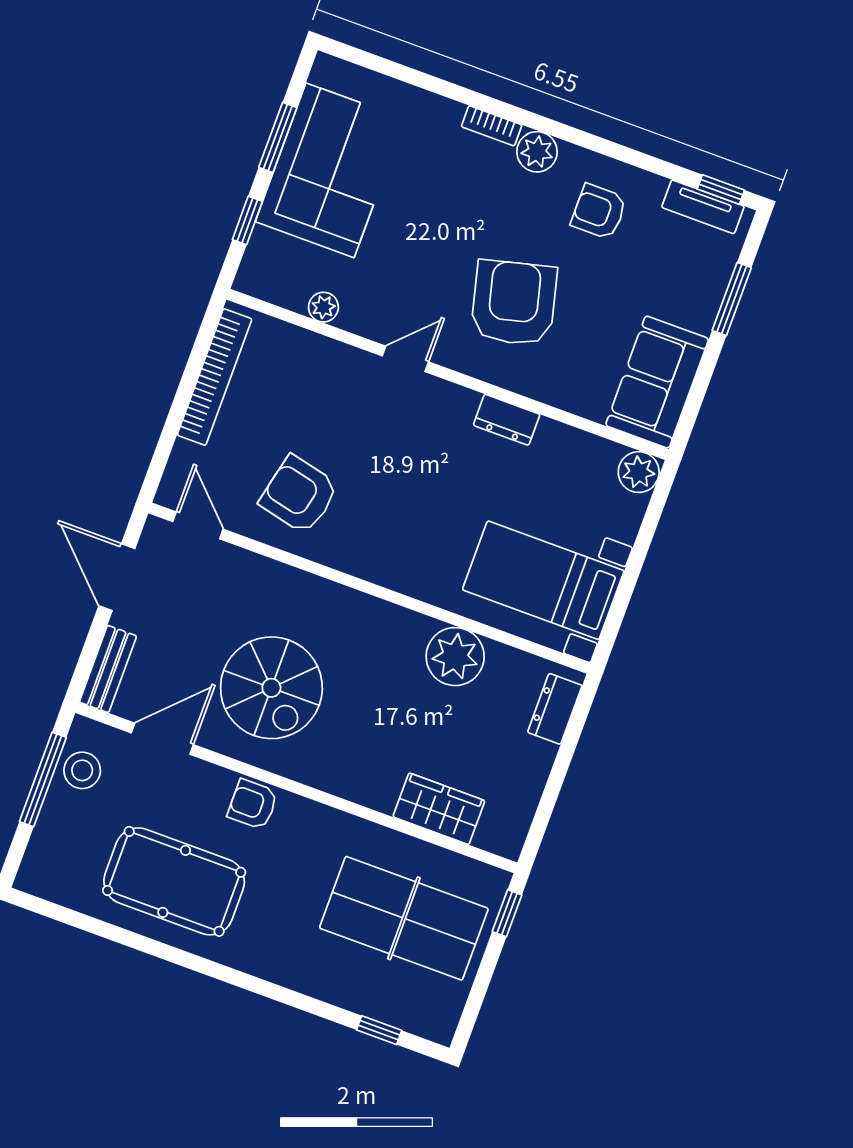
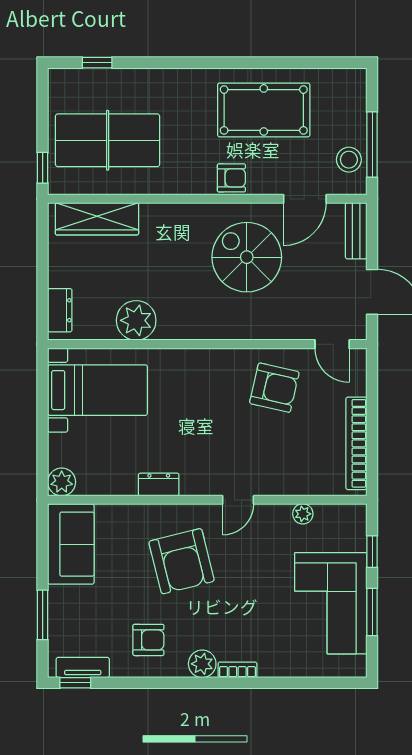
wardrobe: (439, 809) -> (97, 219), width x1.50

